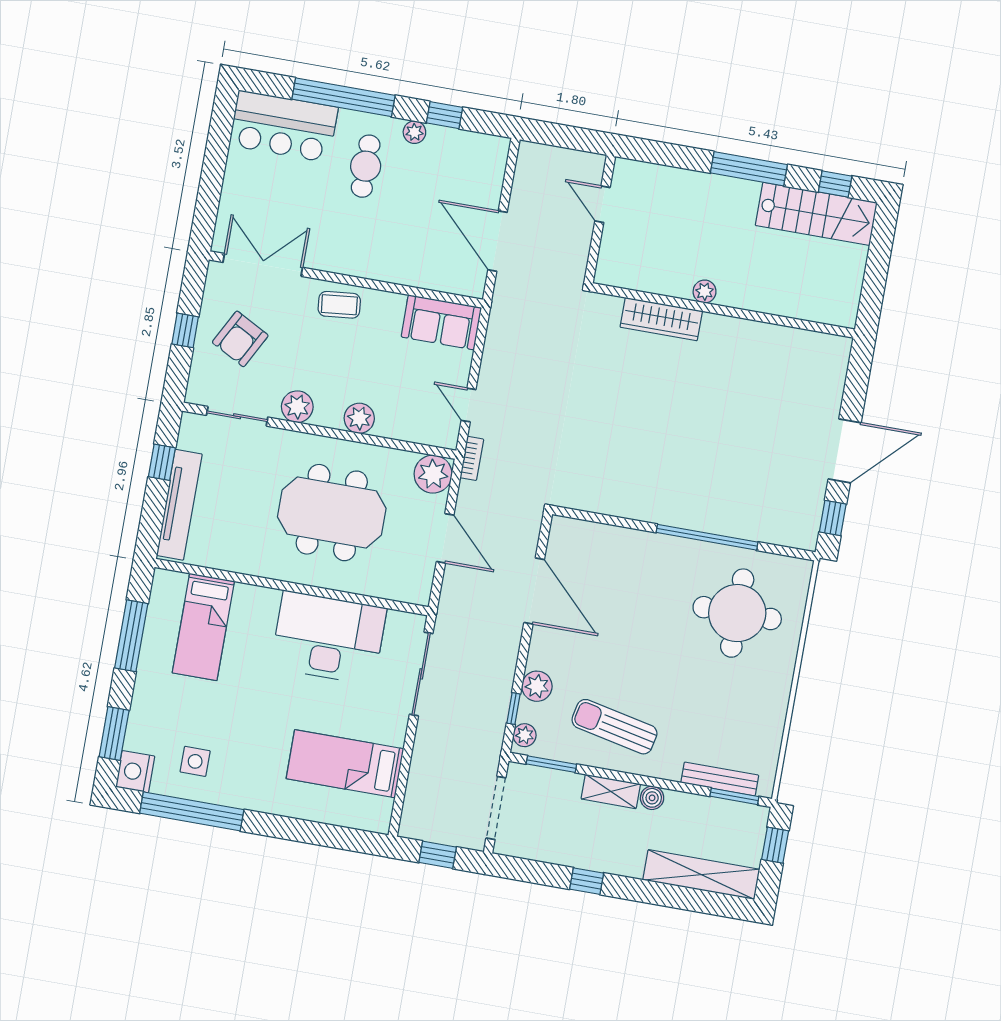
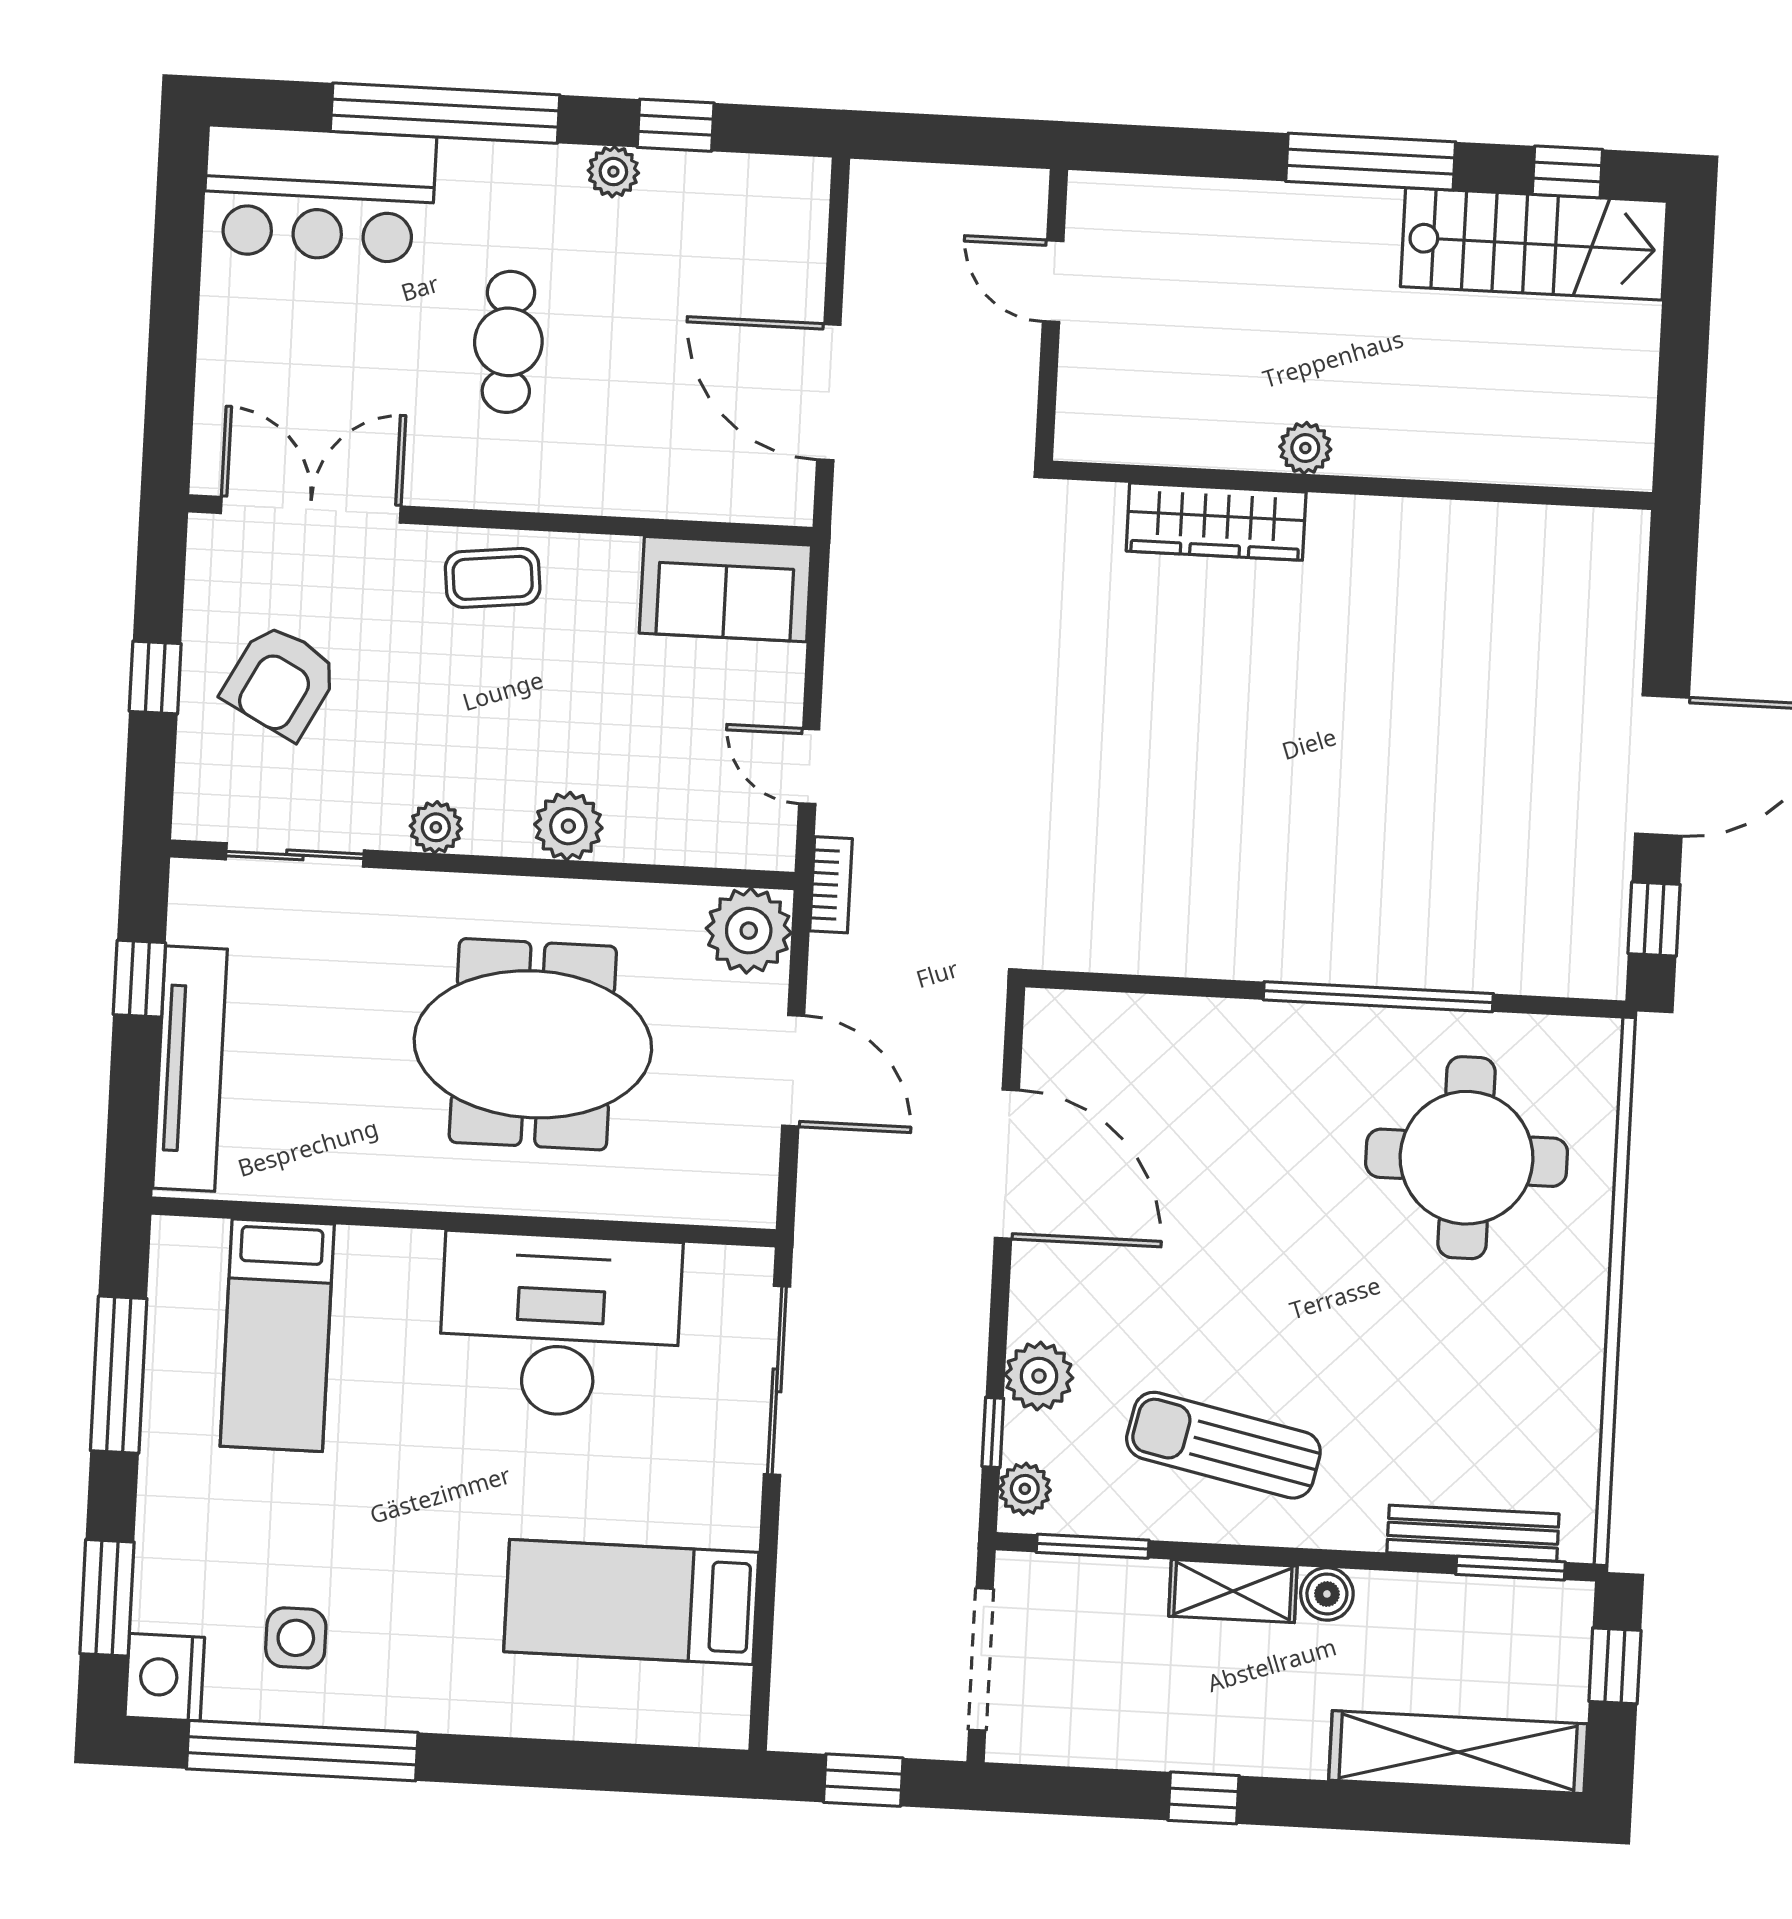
cafe table: (366, 166) -> (508, 342), moved
plant: (297, 407) -> (436, 827), width x0.73, depth x0.73

